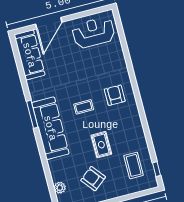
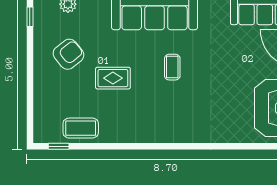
armchair: (115, 95) -> (177, 115), removed
coffee table: (134, 165) -> (81, 128), moved

